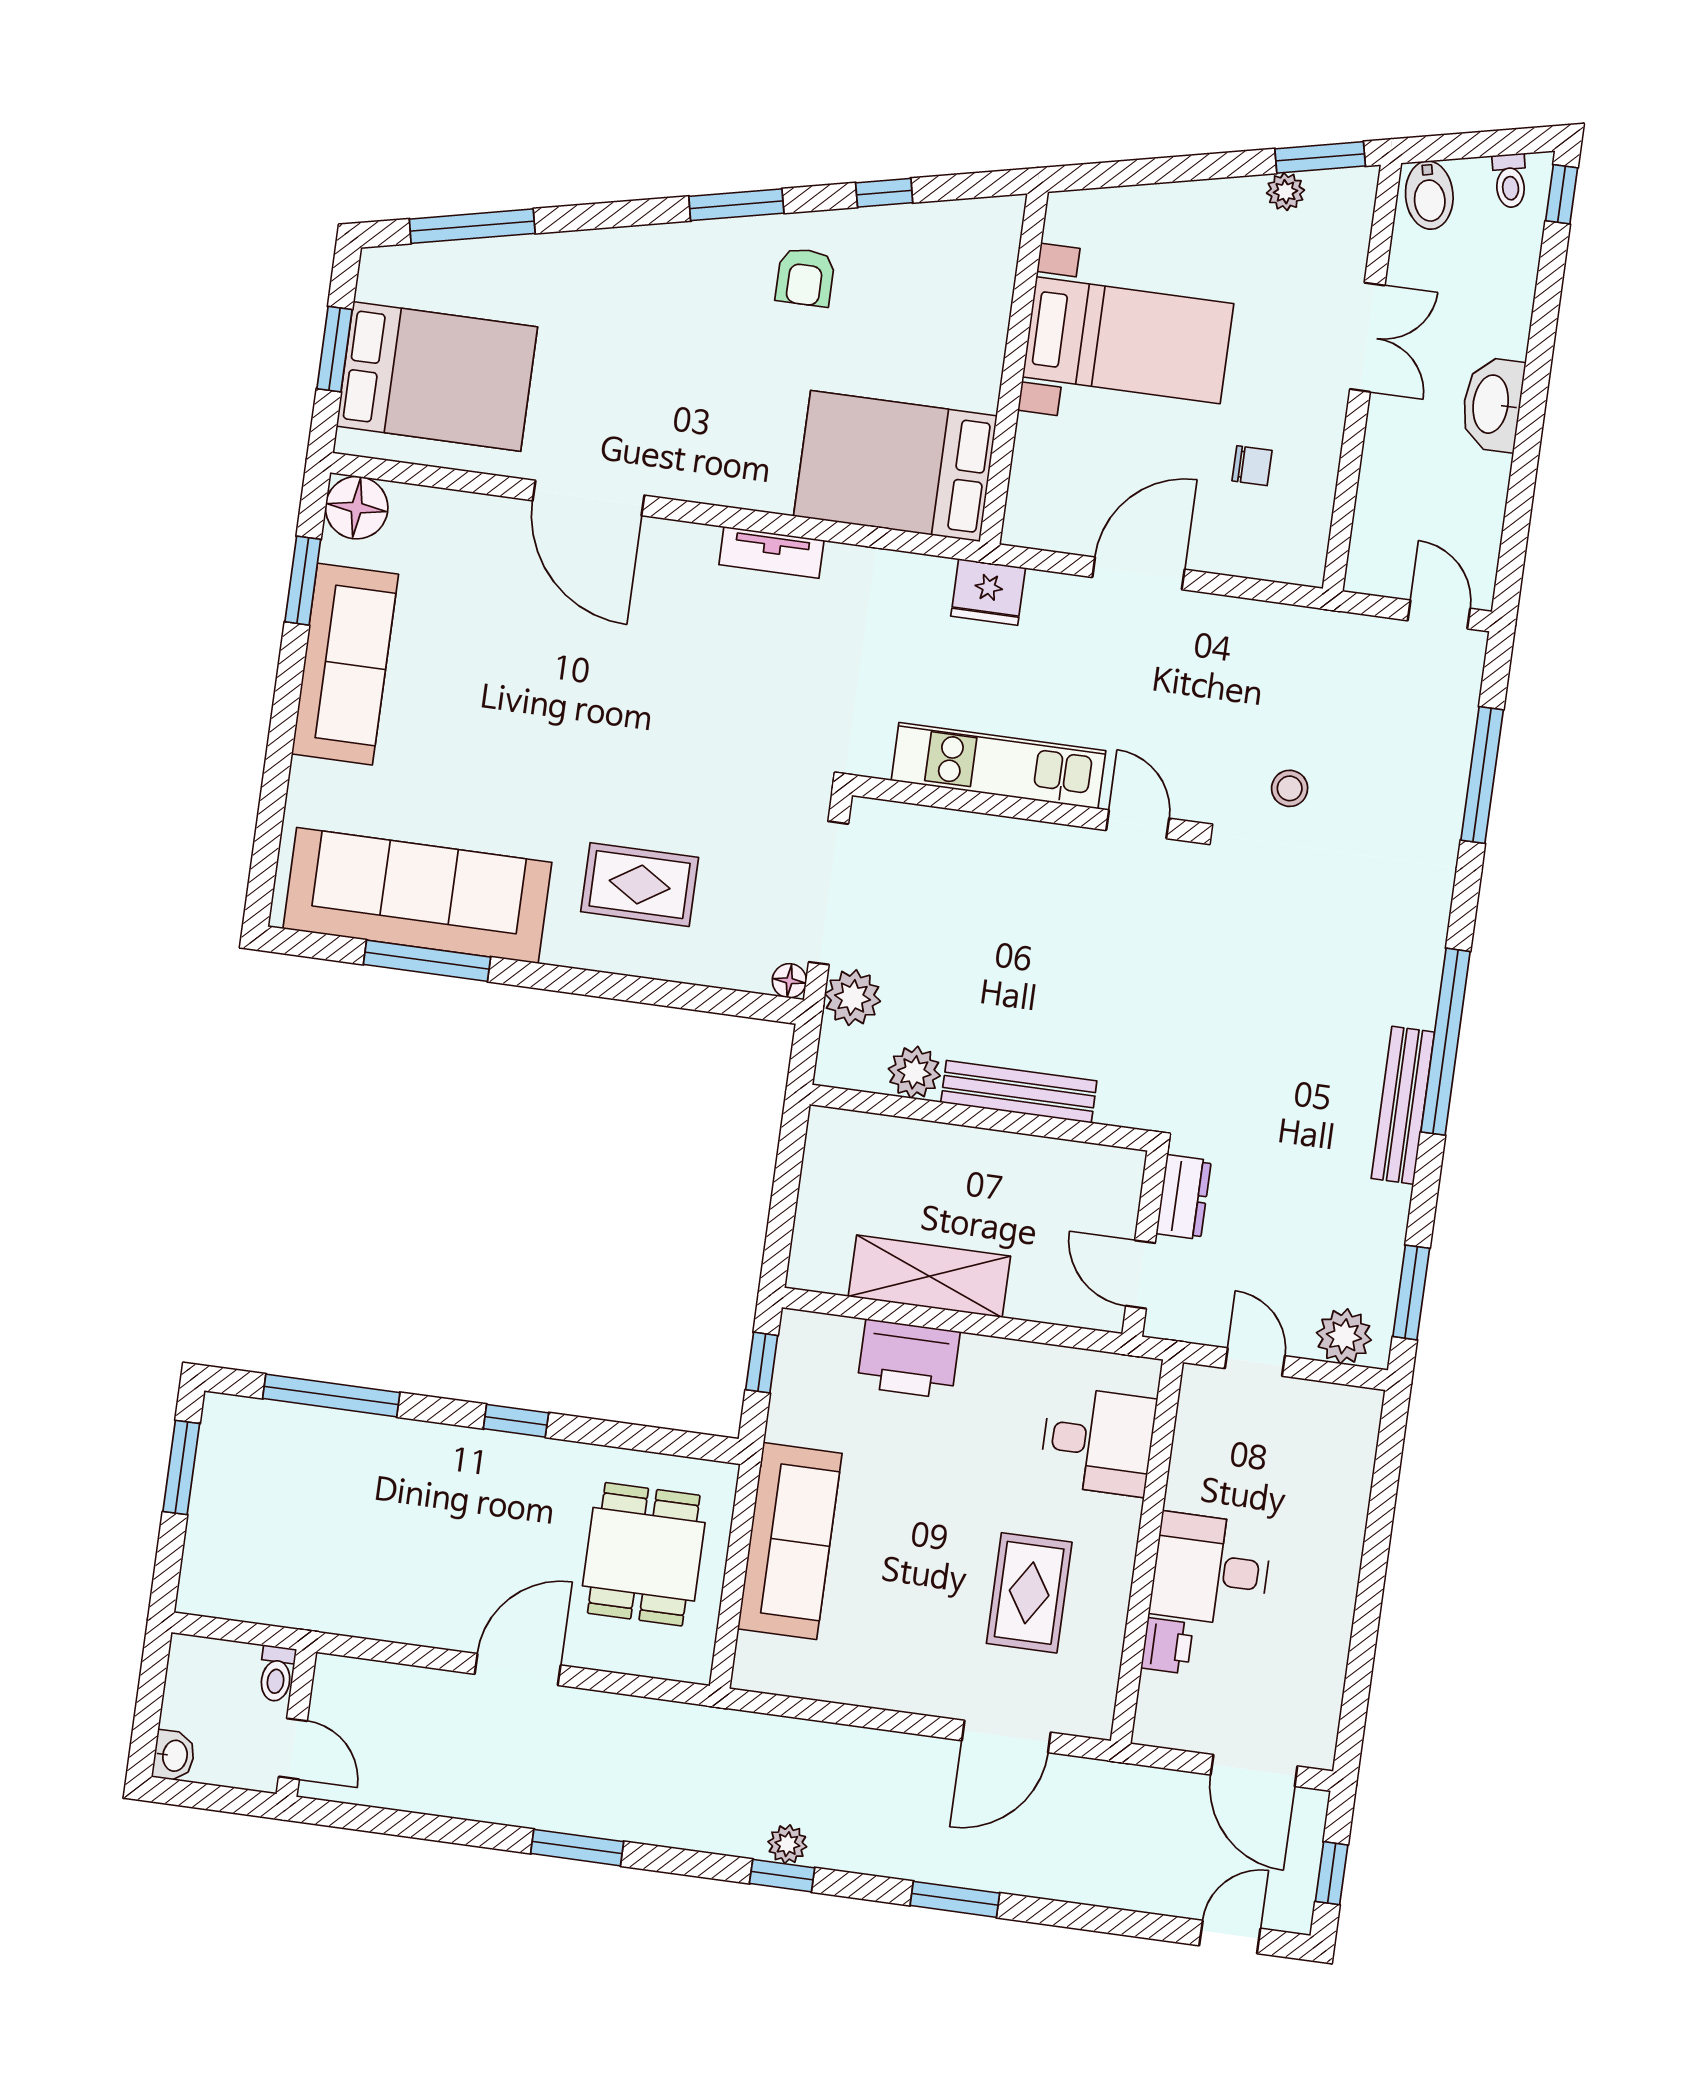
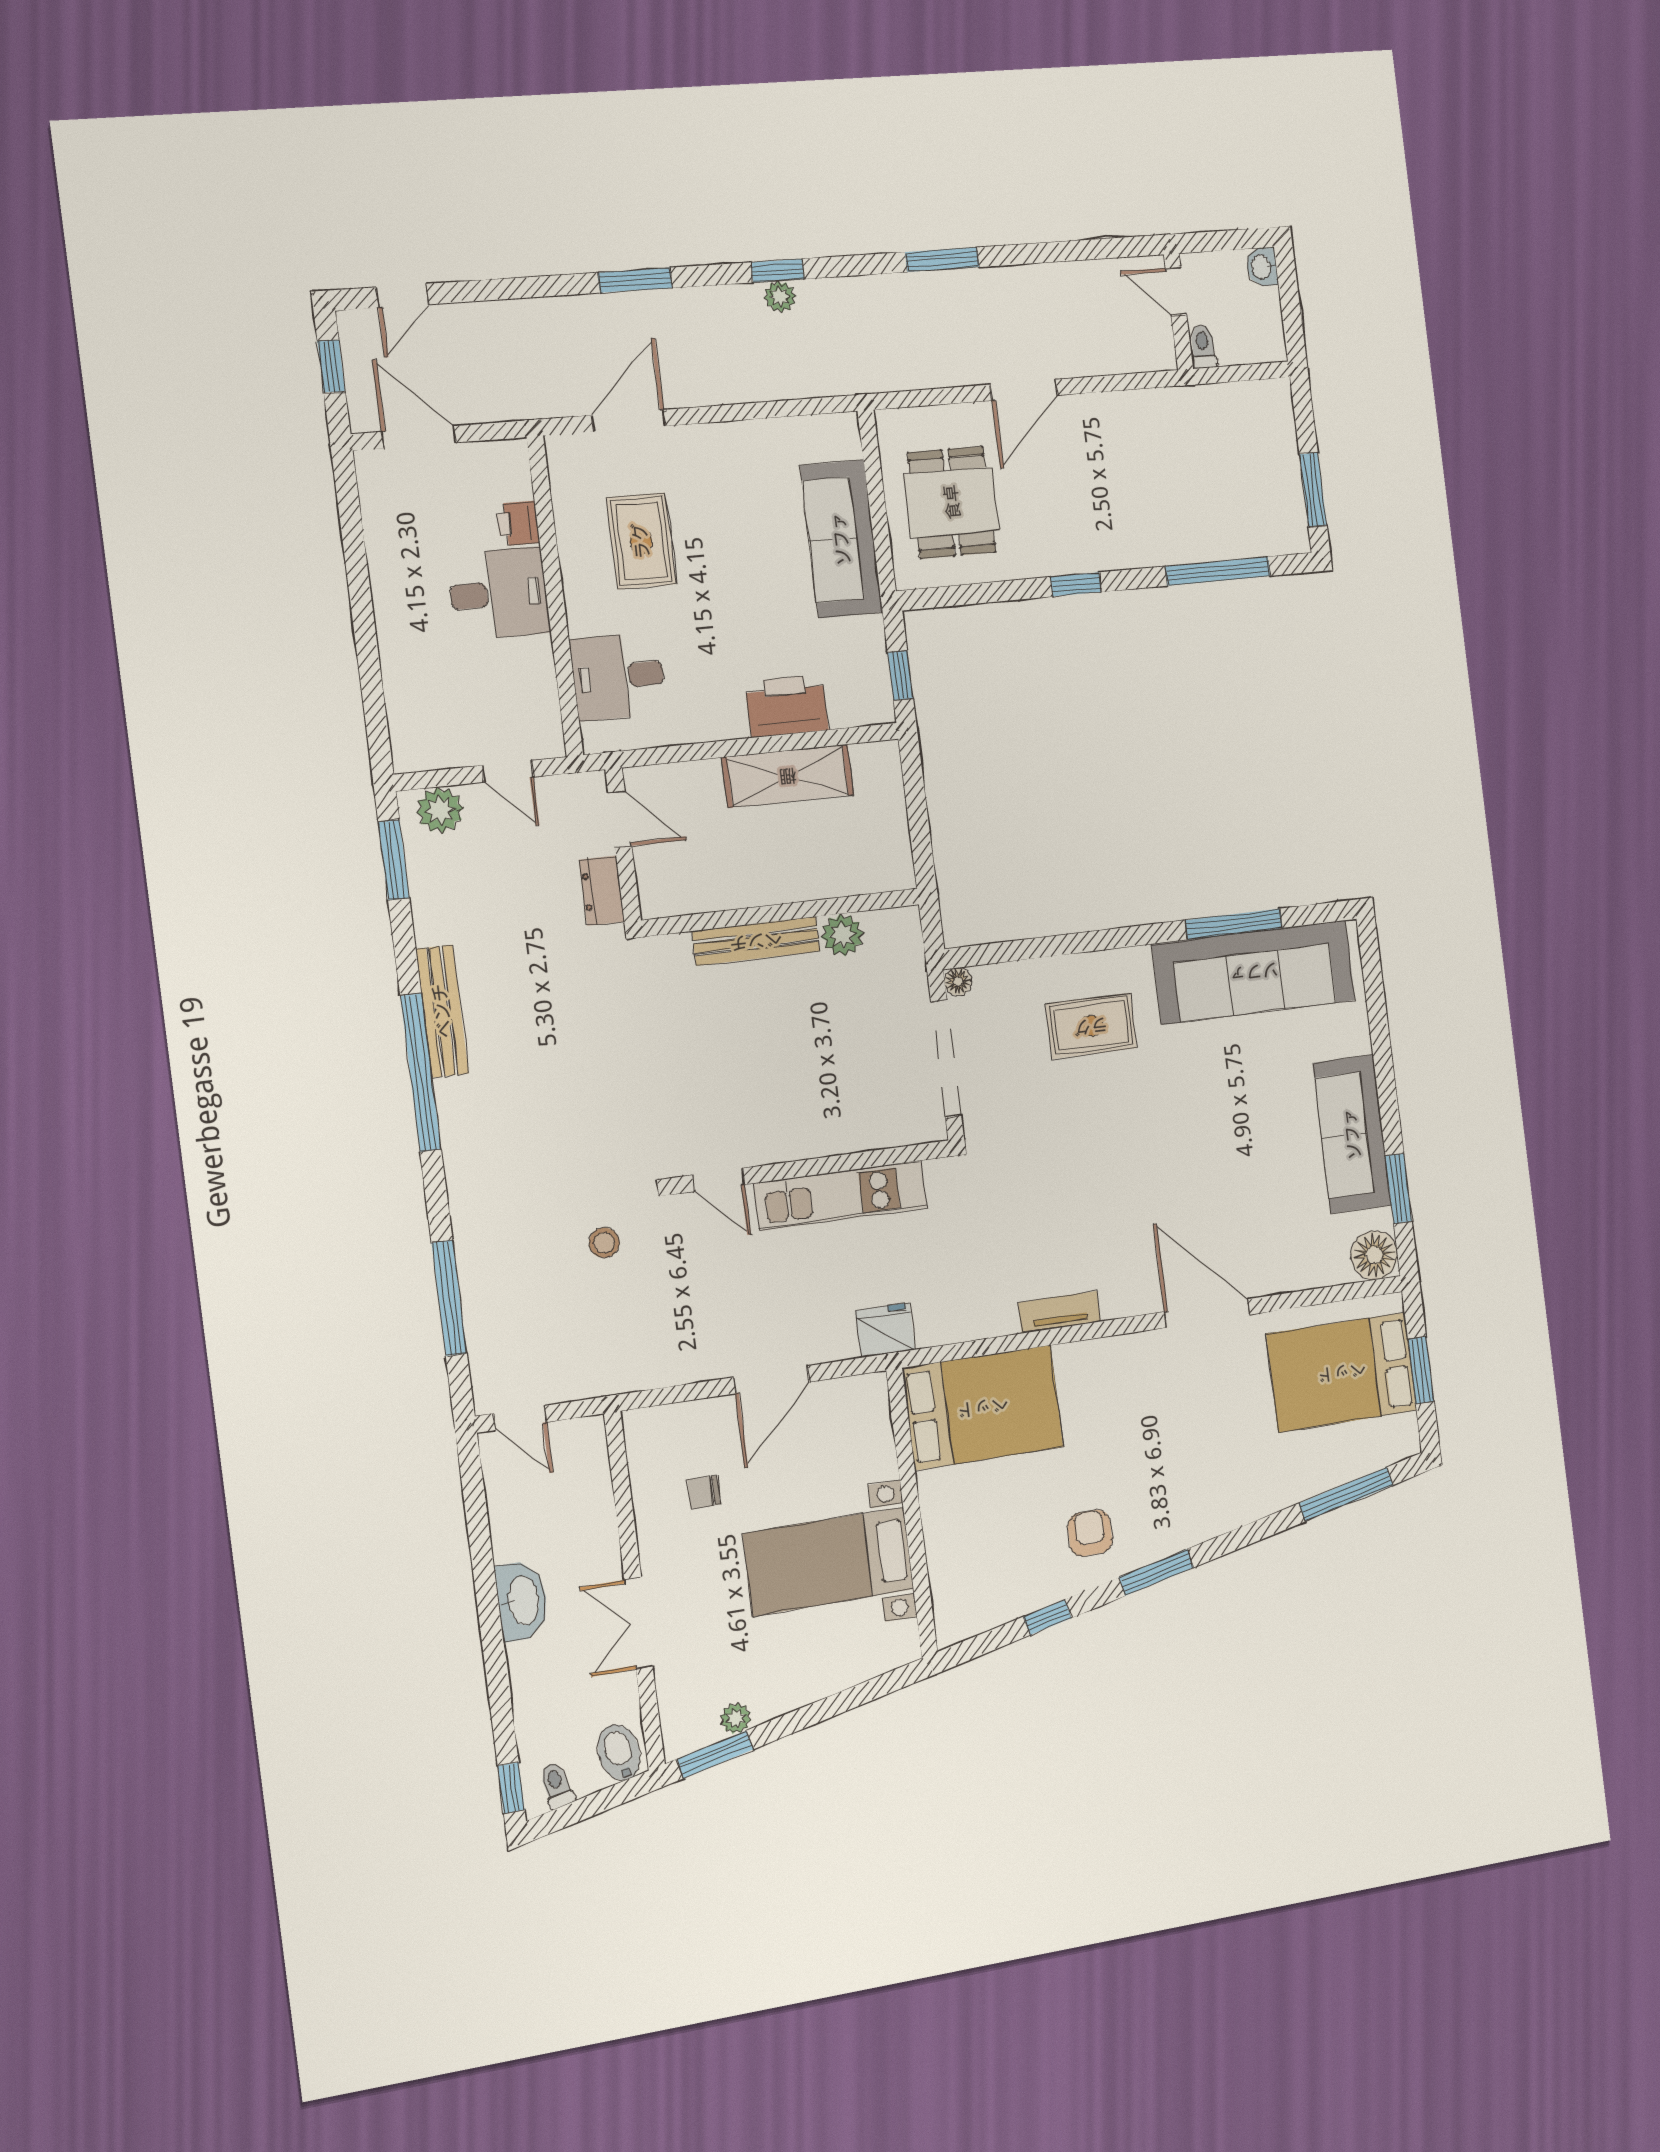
plant: (853, 998) -> (906, 981), removed

